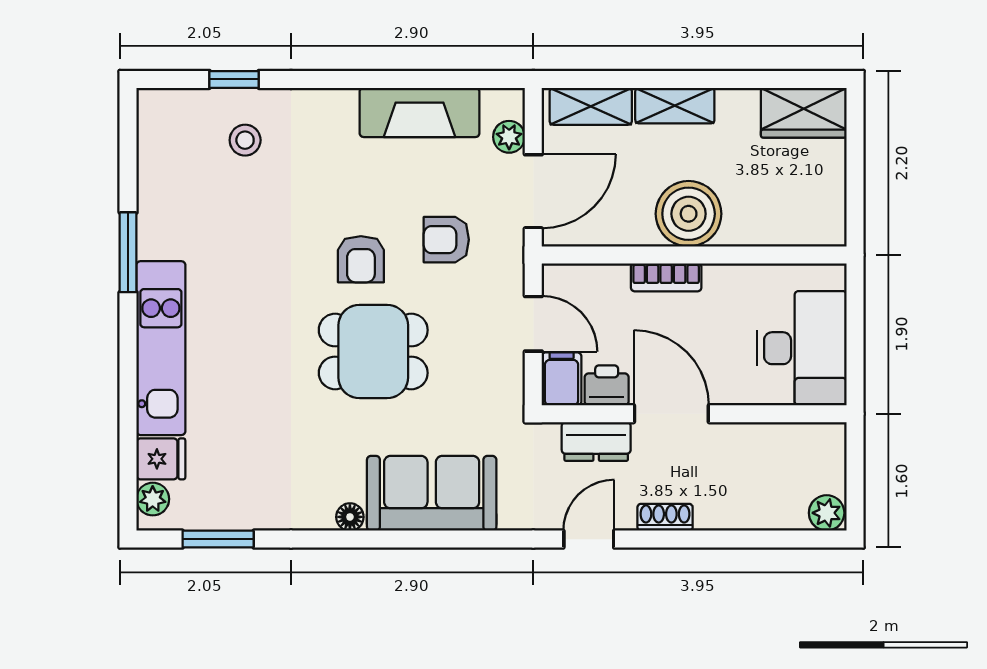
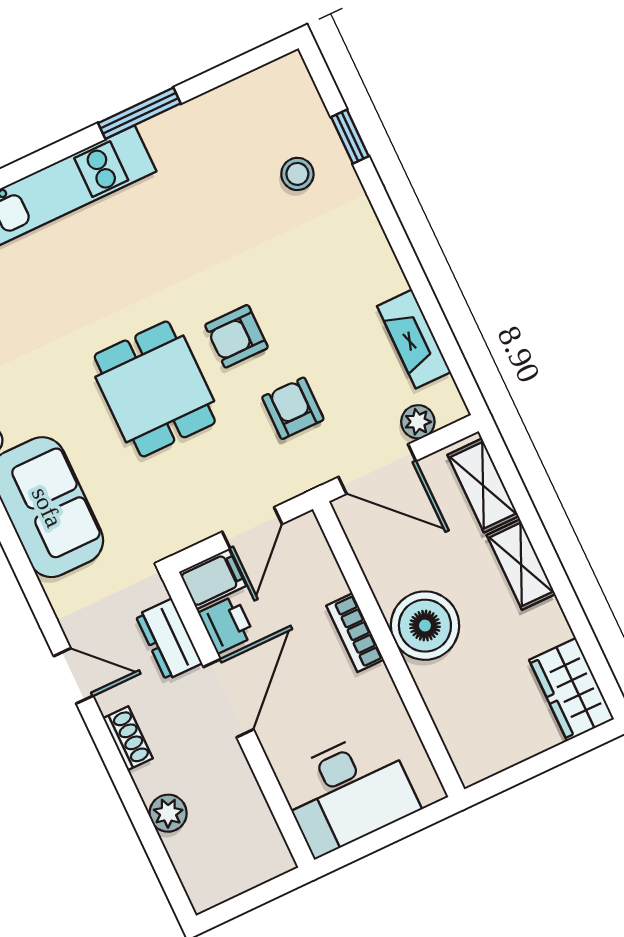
fireplace: (420, 112) -> (414, 339), width x0.73, depth x0.76
plant: (827, 513) -> (168, 813), moved

